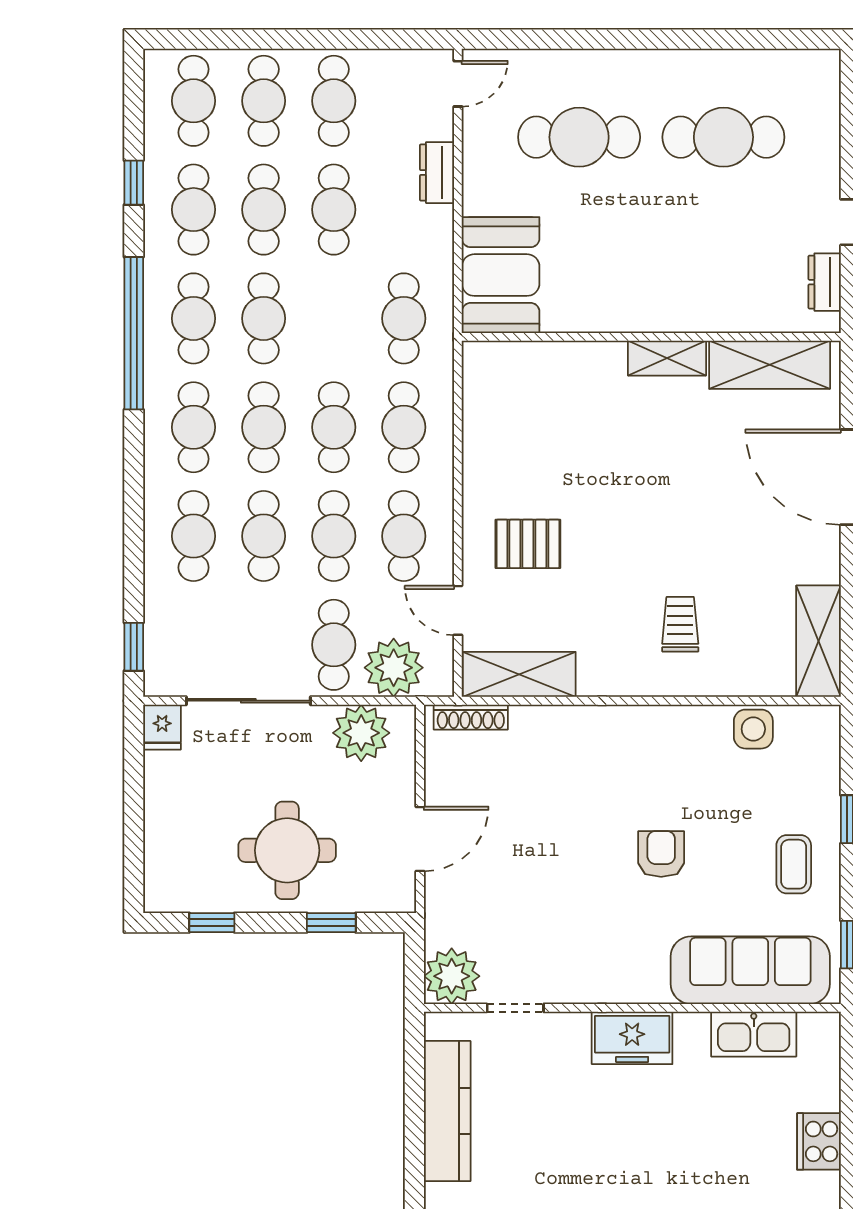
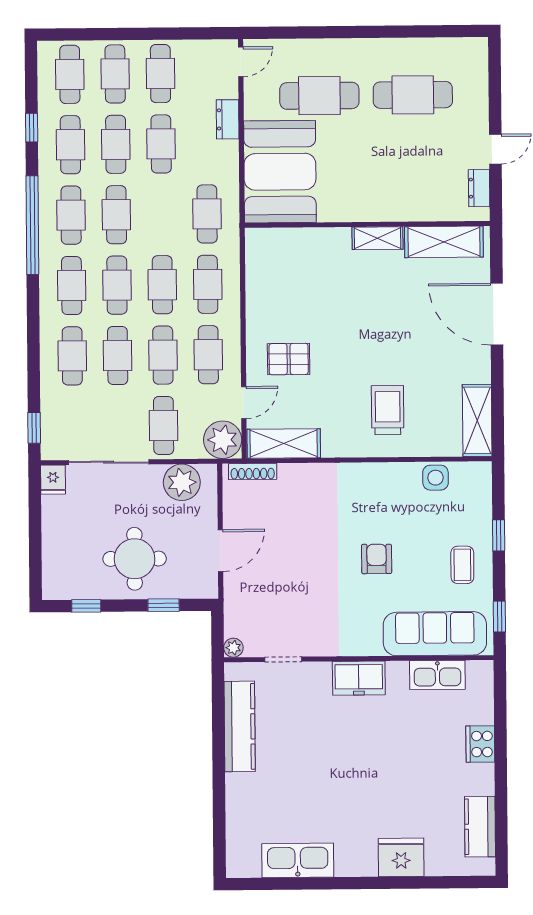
booth: (501, 275) -> (280, 172), width x1.36, depth x1.42
door: (458, 610) -> (244, 403), swing flipped
trolley: (680, 624) -> (388, 410), width x1.36, depth x1.39
plant: (394, 668) -> (223, 440), moved
plant: (452, 976) -> (233, 648), width x0.53, depth x0.53

